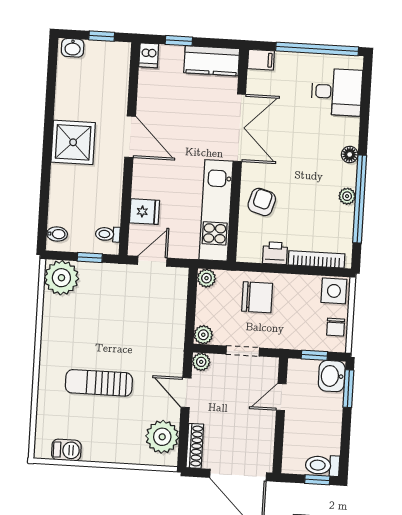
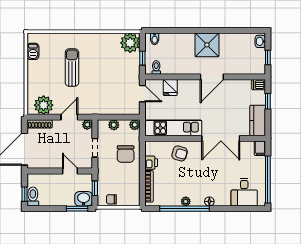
side table: (334, 291) -> (132, 197), removed
plant: (203, 335) -> (114, 125), moved

